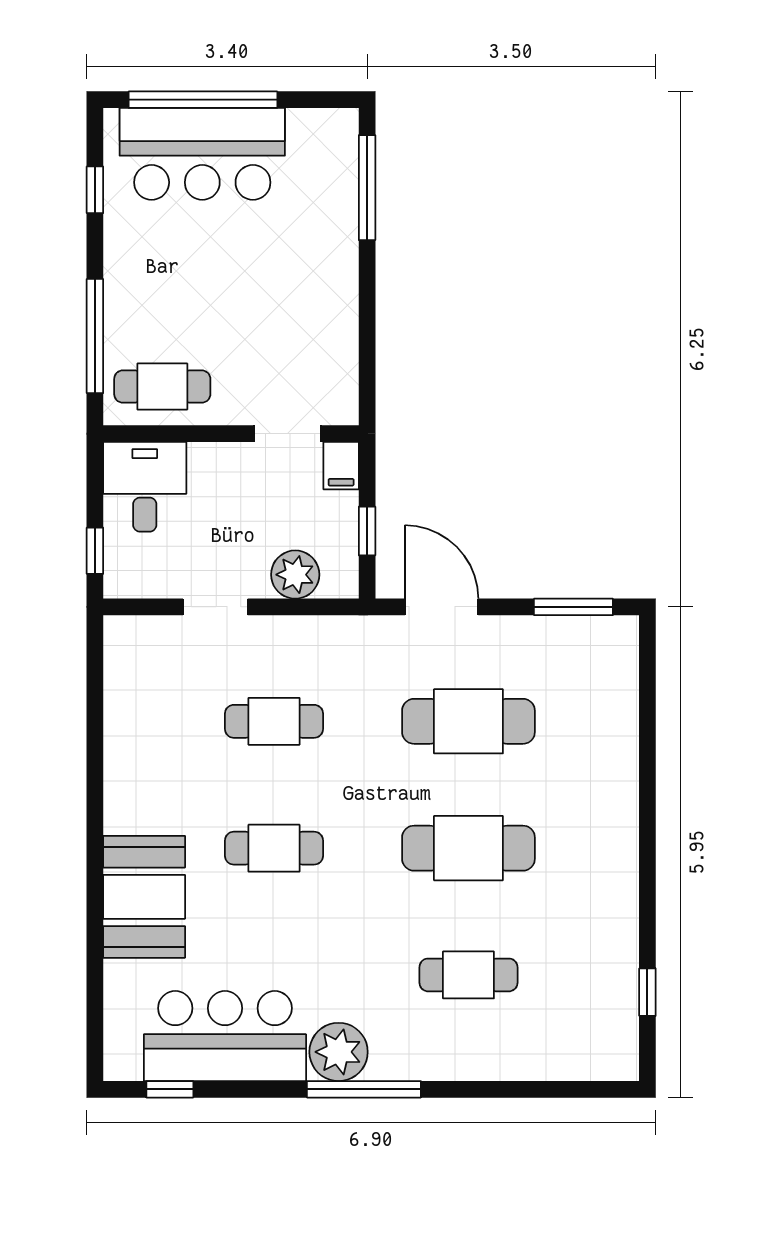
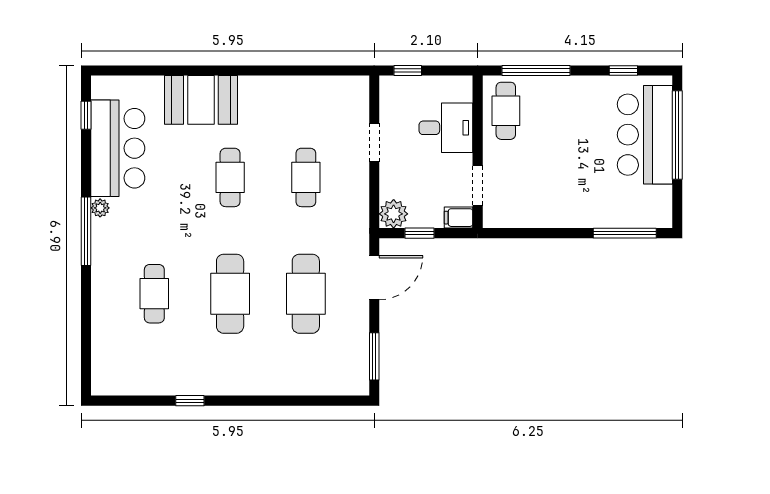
desk: (145, 487) -> (446, 128), moved
plant: (295, 575) -> (394, 214), moved
window: (647, 992) -> (190, 401), moved
plant: (339, 1052) -> (100, 208), width x0.53, depth x0.53

